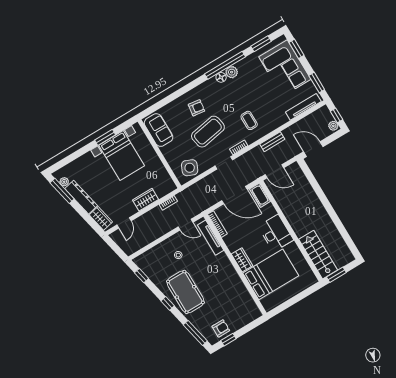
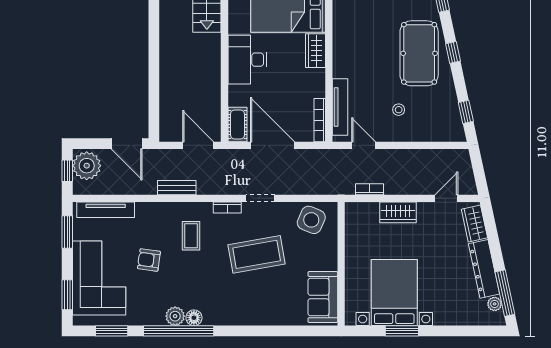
armchair: (196, 108) -> (149, 260), moved
plant: (333, 126) -> (87, 166), width x1.87, depth x1.87

